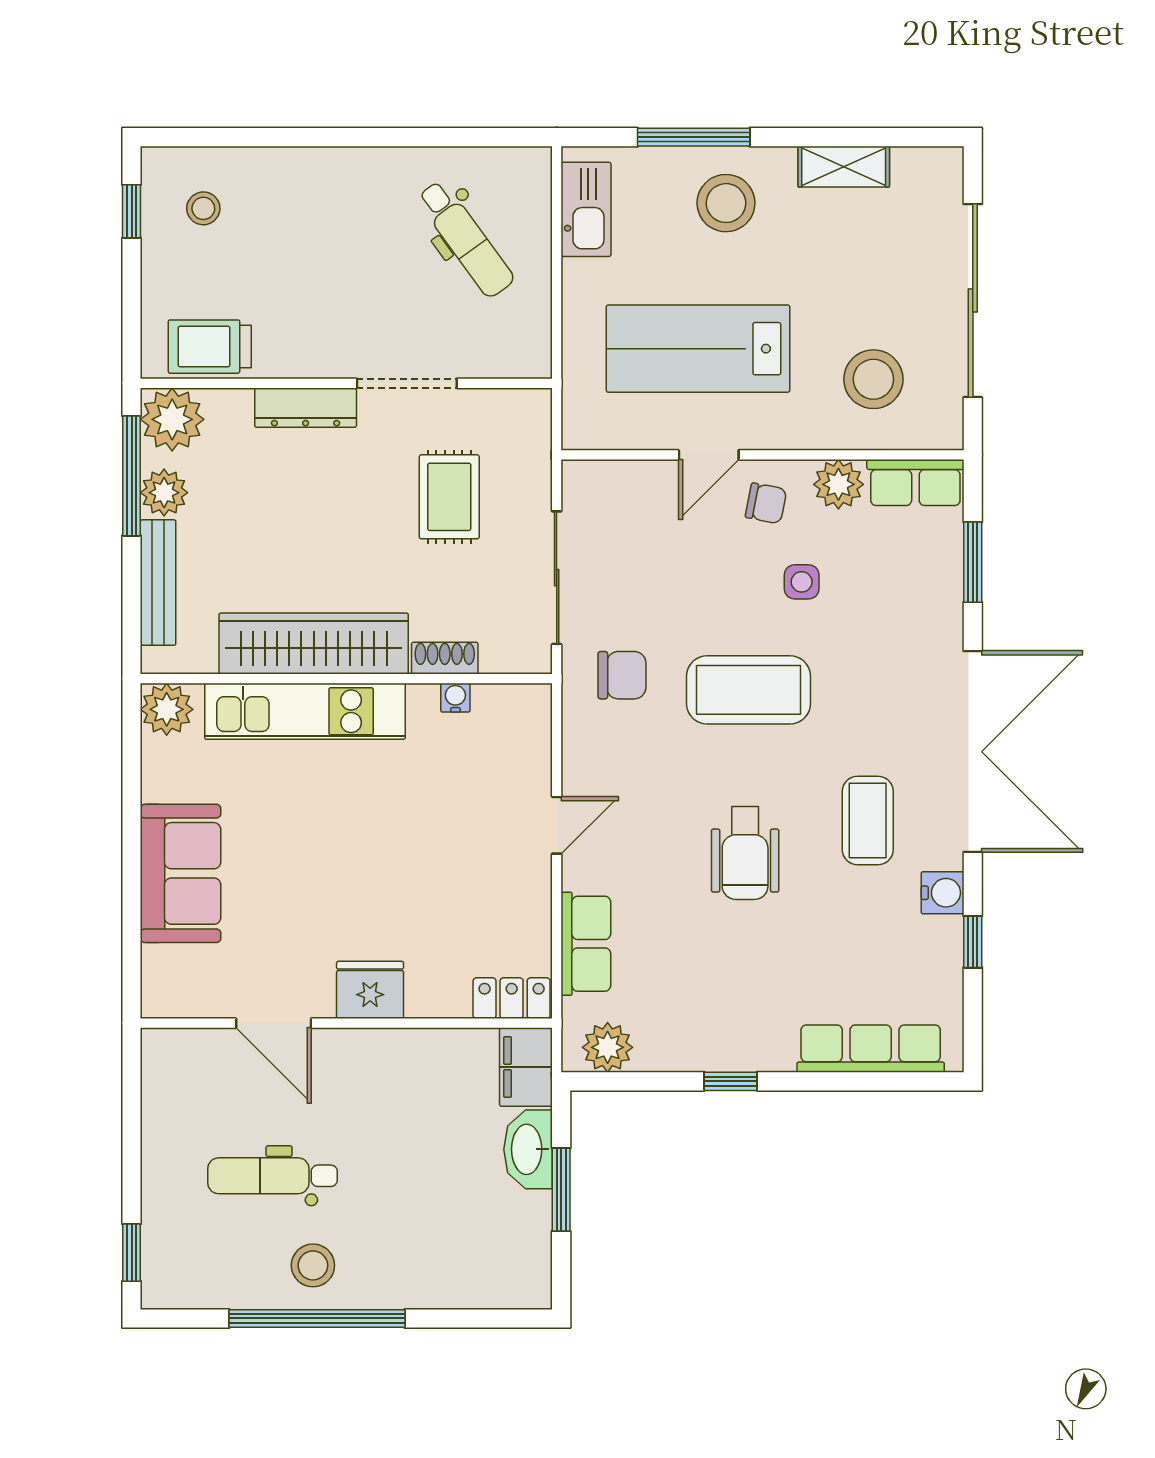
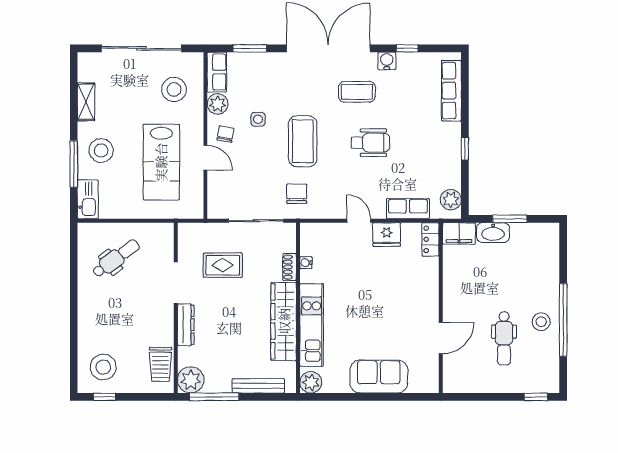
stool: (203, 208) -> (103, 367), width x1.89, depth x1.89
kitchen sink: (586, 209) -> (88, 199), moved, turned 90
plant: (164, 493) -> (221, 383), removed
fridge: (370, 990) -> (387, 234), moved, turned -90

